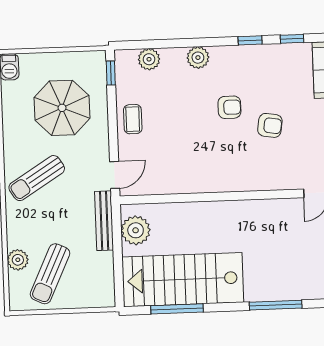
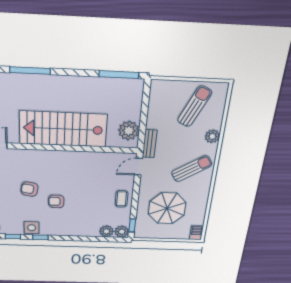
side table: (264, 57) -> (32, 228), added
plant: (198, 58) -> (122, 232), moved
bench: (104, 221) -> (150, 144), width x0.73
plant: (18, 260) -> (212, 136), moved
stairs: (183, 280) -> (63, 129), moved, turned 180
window: (177, 309) -> (119, 75), moved

